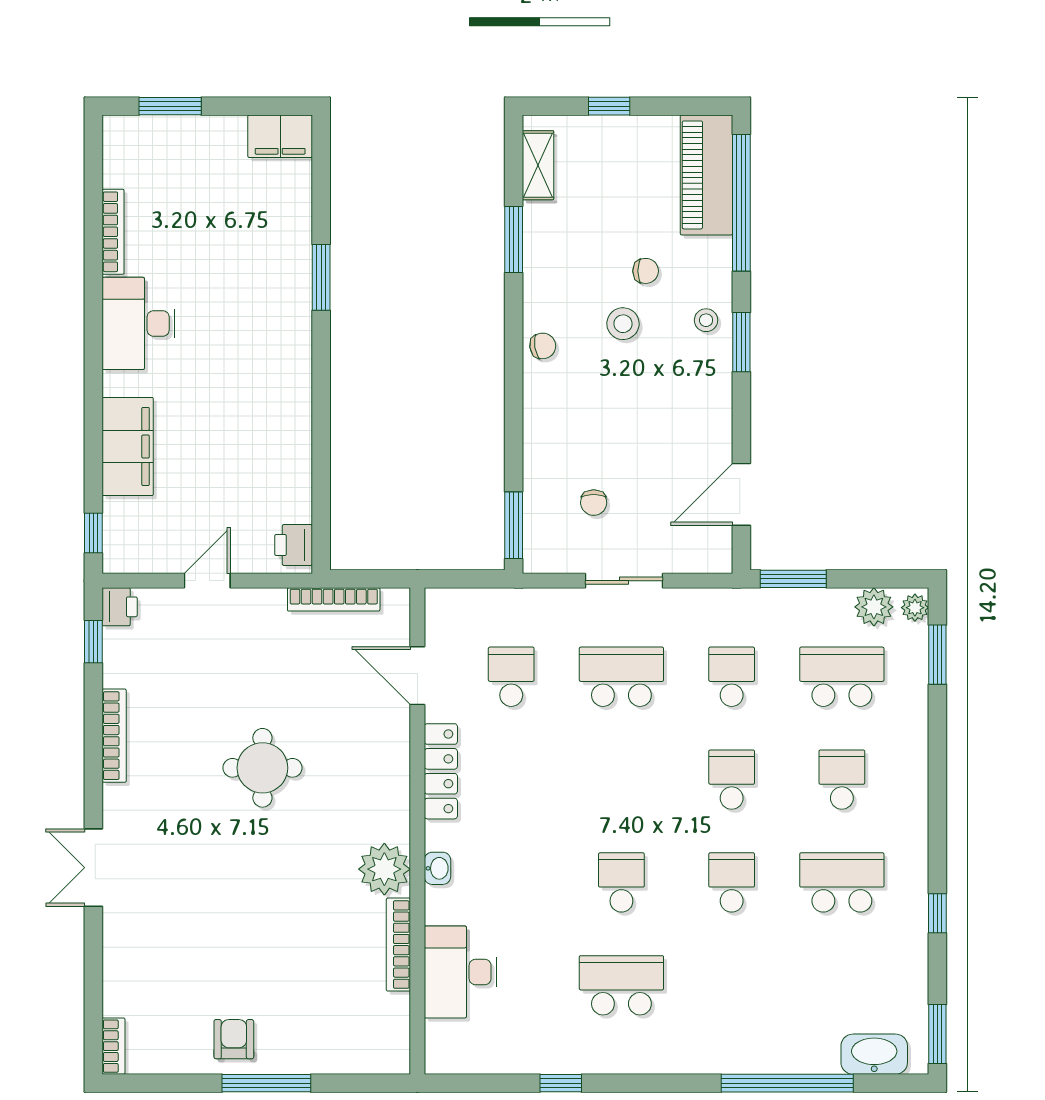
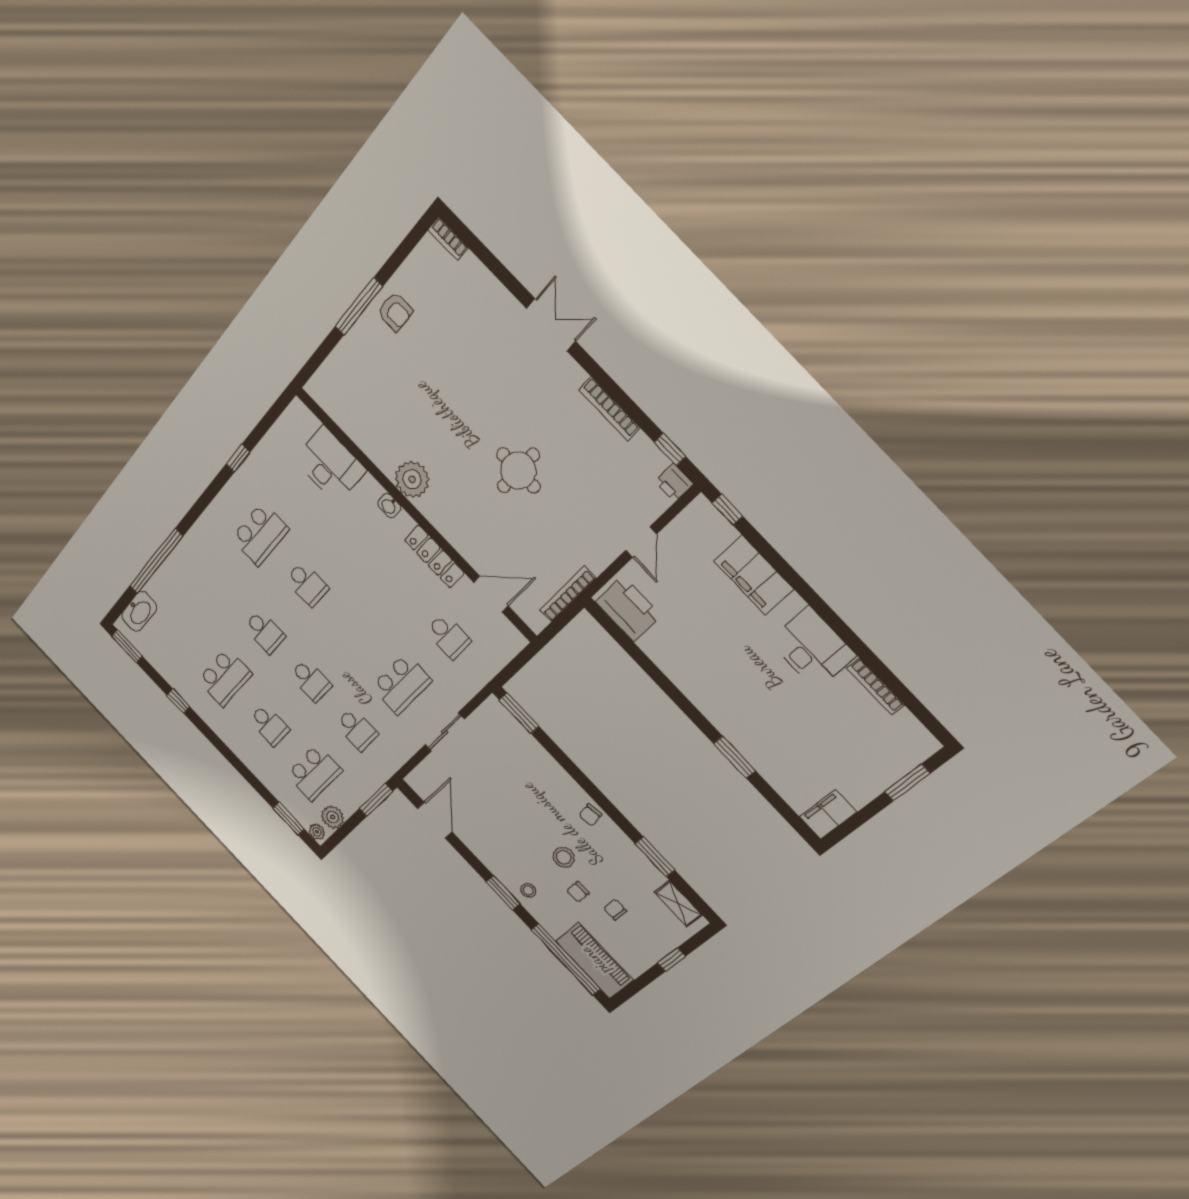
chair: (594, 503) -> (615, 910), moved
printer: (294, 545) -> (628, 609), width x1.87, depth x1.48
bookcase: (398, 945) -> (369, 448), removed

